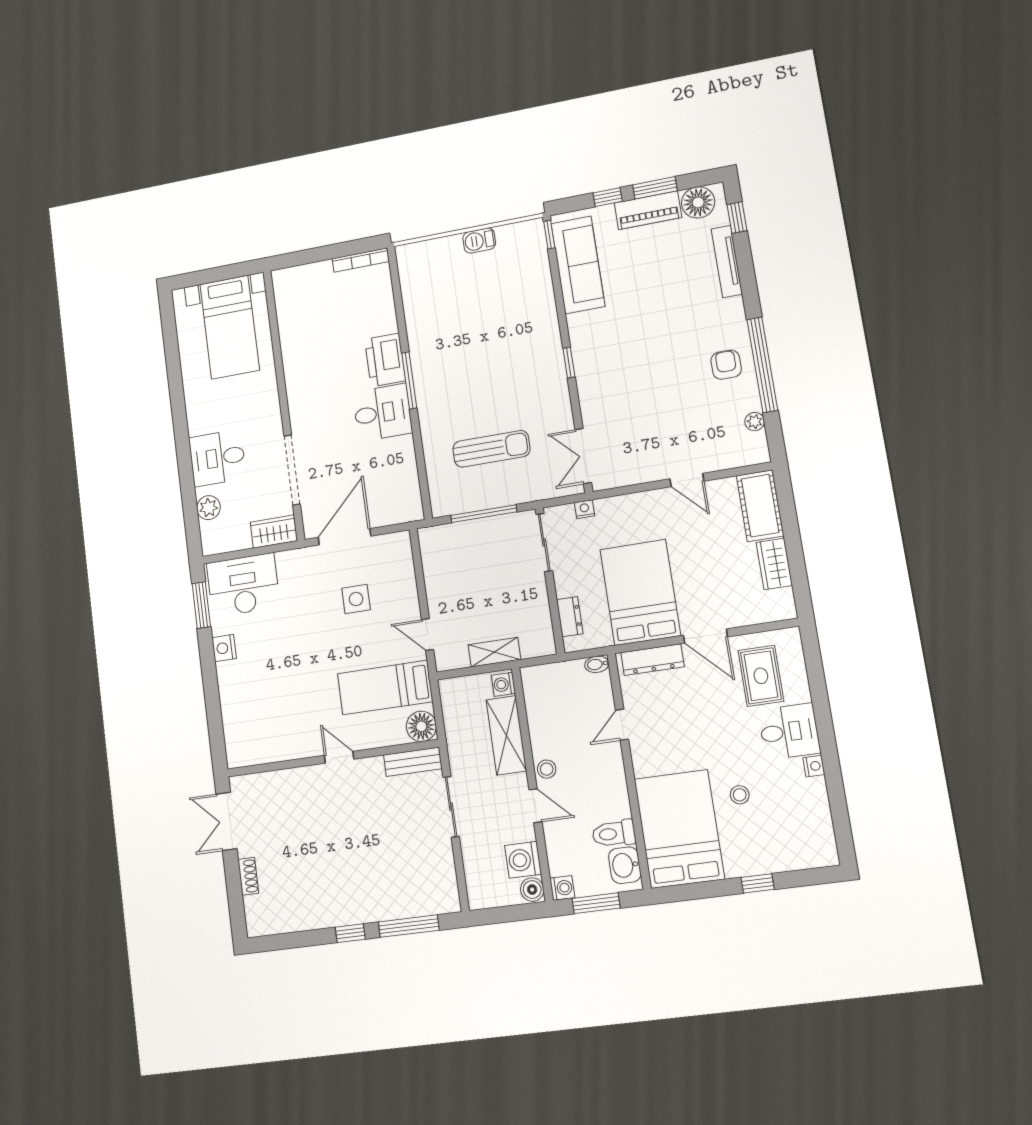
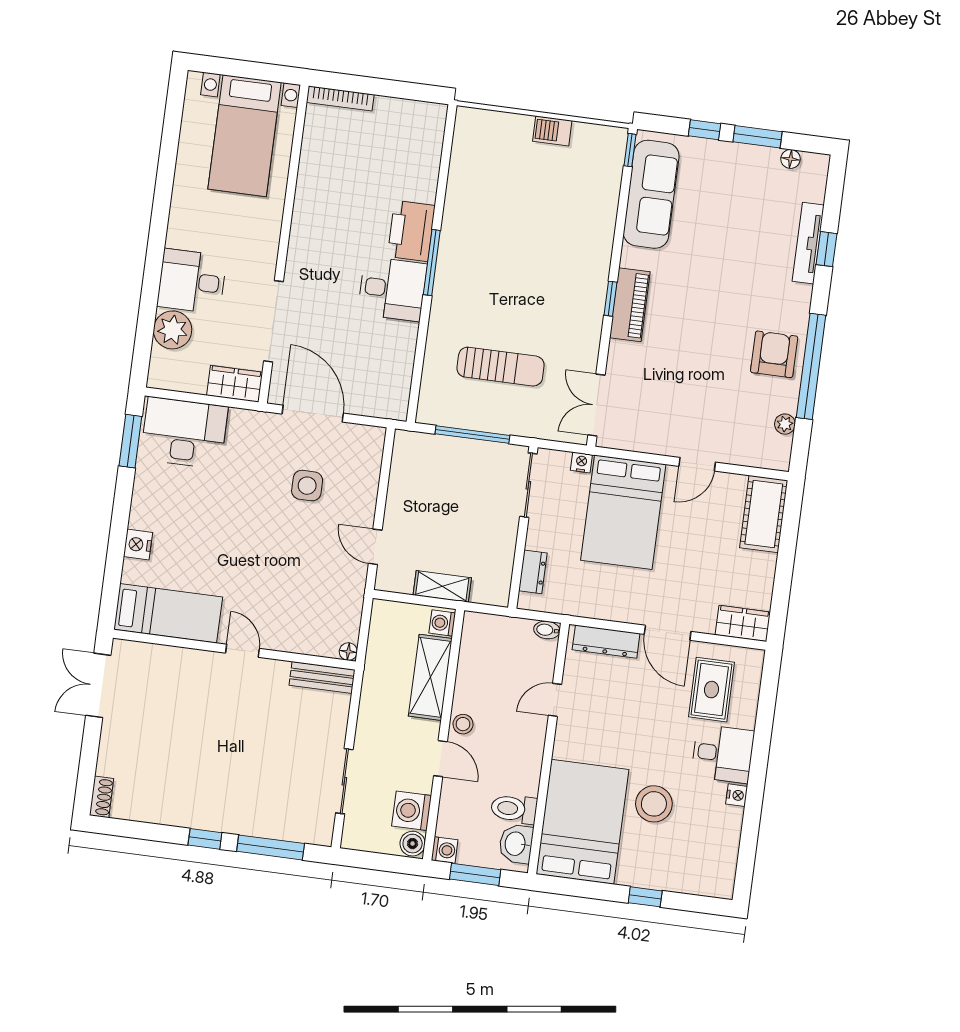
floor lamp: (698, 202) -> (790, 159), width x0.53, depth x0.53
piano: (648, 210) -> (630, 305), moved, turned -90
window: (737, 218) -> (826, 249), moved
bookcase: (361, 260) -> (340, 99), moved
armchair: (726, 365) -> (774, 354), width x1.38, depth x1.38
door: (687, 480) -> (697, 464), hinge flipped
plant: (209, 508) -> (173, 330), width x1.36, depth x1.36
door: (345, 537) -> (313, 414), hinge flipped
wardrobe: (774, 564) -> (743, 623), moved, turned 90
bed: (640, 592) -> (623, 512), moved, turned 180
nightstand: (224, 648) -> (138, 544), moved
bed: (385, 688) -> (168, 613), moved, turned 180
floor lamp: (421, 726) -> (348, 652), width x0.53, depth x0.53
stool: (740, 795) -> (654, 804), width x1.89, depth x1.89
sliding door: (451, 807) -> (344, 781), moved
shoe rack: (248, 876) -> (102, 797), moved

